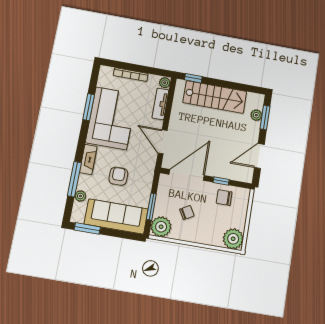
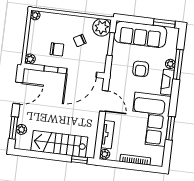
plant: (244, 194) -> (30, 59), added
plant: (80, 196) -> (170, 64), moved
chair: (224, 198) -> (57, 49), moved
plant: (233, 239) -> (35, 15), width x0.53, depth x0.53

